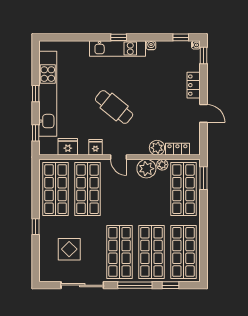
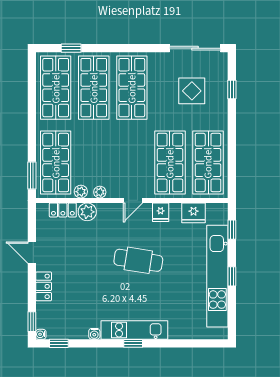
cafe table: (114, 107) -> (138, 260), turned -30
door: (118, 157) -> (133, 200), swing flipped
plant: (146, 169) -> (100, 192), width x0.53, depth x0.53
window: (36, 227) -> (232, 89), moved
sliding door: (82, 285) -> (195, 48), moved
window: (135, 285) -> (114, 48), removed

